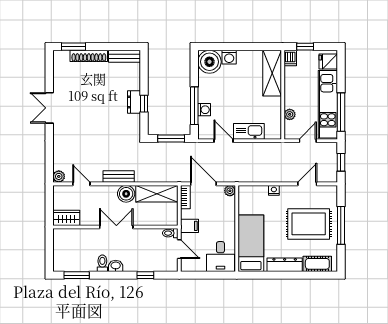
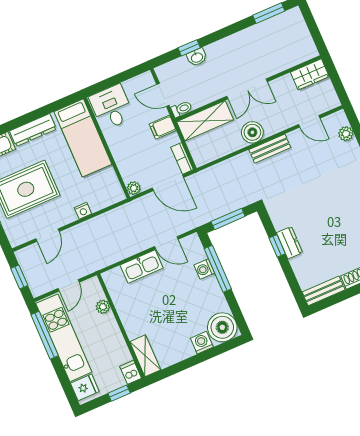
shelving: (272, 73) -> (145, 356), width x0.67, depth x0.75
plant: (59, 176) -> (346, 134), moved
shelving: (157, 194) -> (205, 121), moved
toilet: (102, 263) -> (245, 40), removed
washbasin: (116, 266) -> (197, 57), moved

